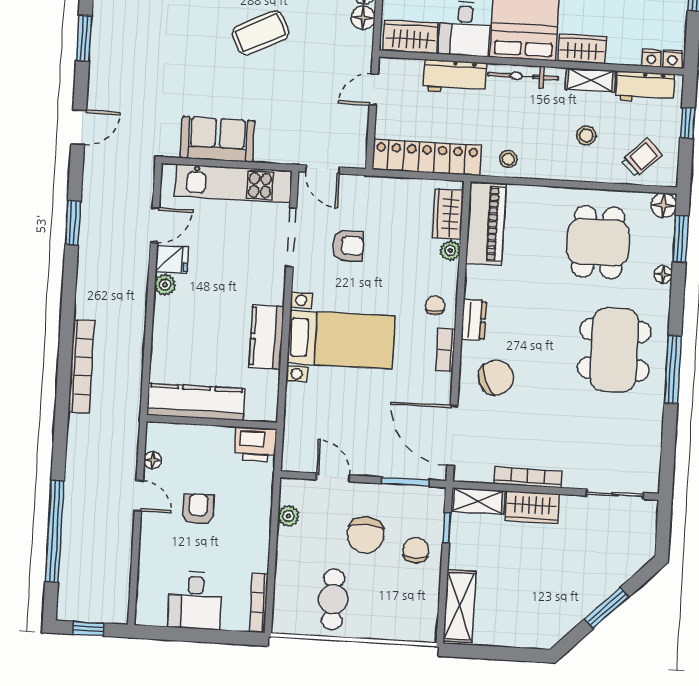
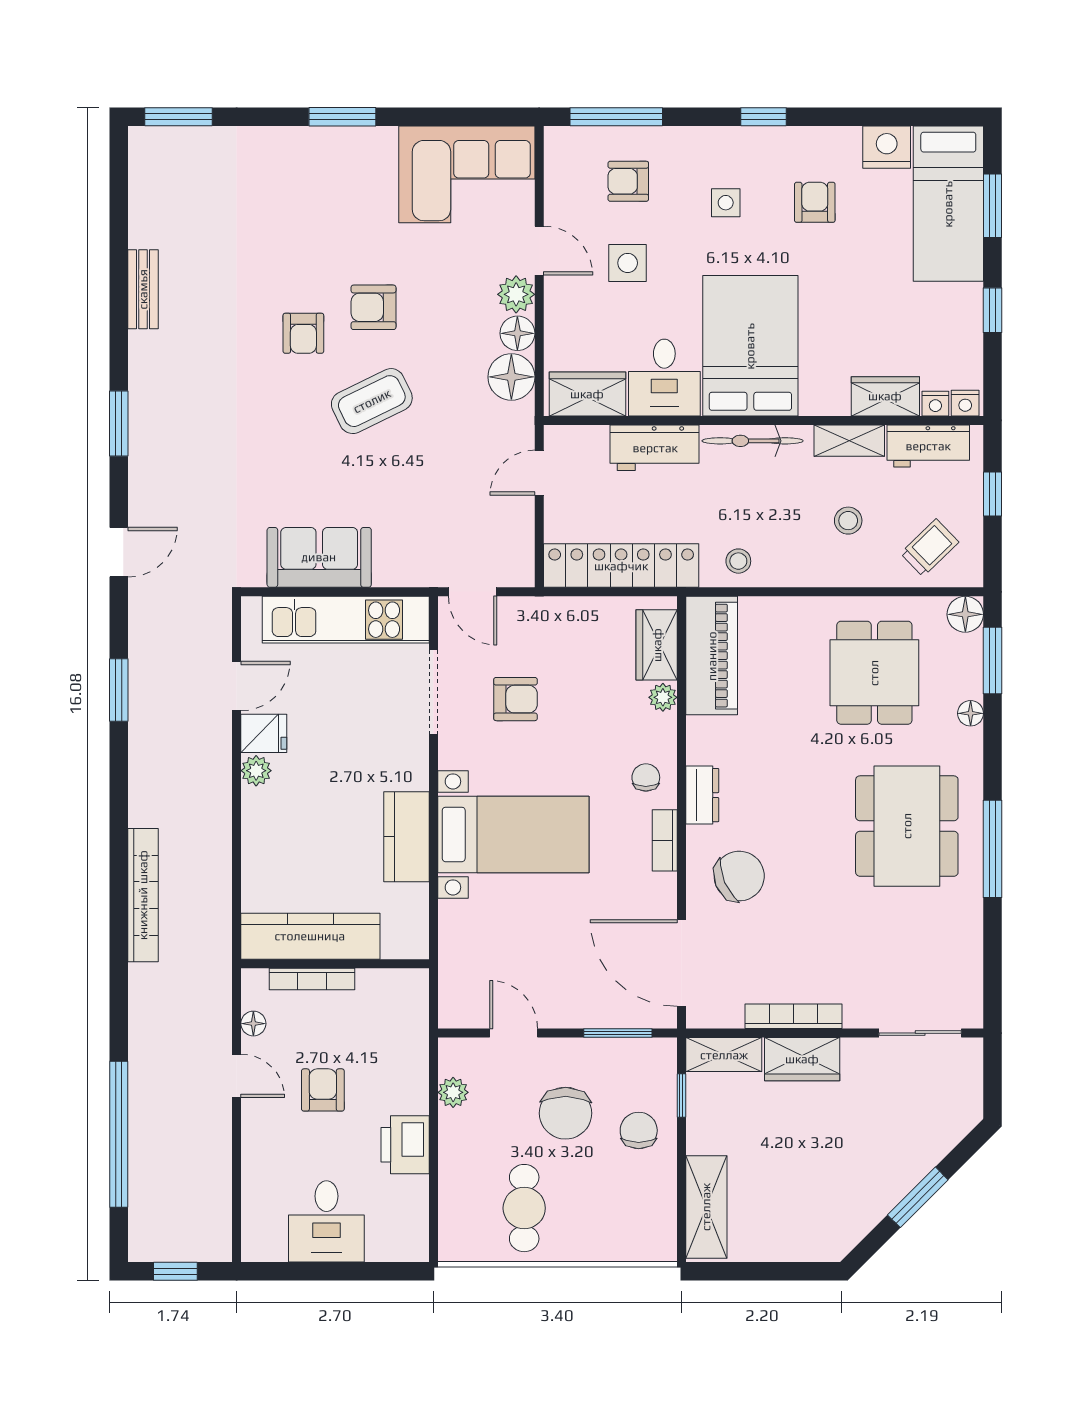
floor lamp: (363, 18) -> (511, 377), width x1.38, depth x1.38
wardrobe: (582, 49) -> (885, 396), moved
printer: (256, 444) -> (405, 1145), moved, turned 90
bookcase: (259, 603) -> (312, 979), moved, turned -90

